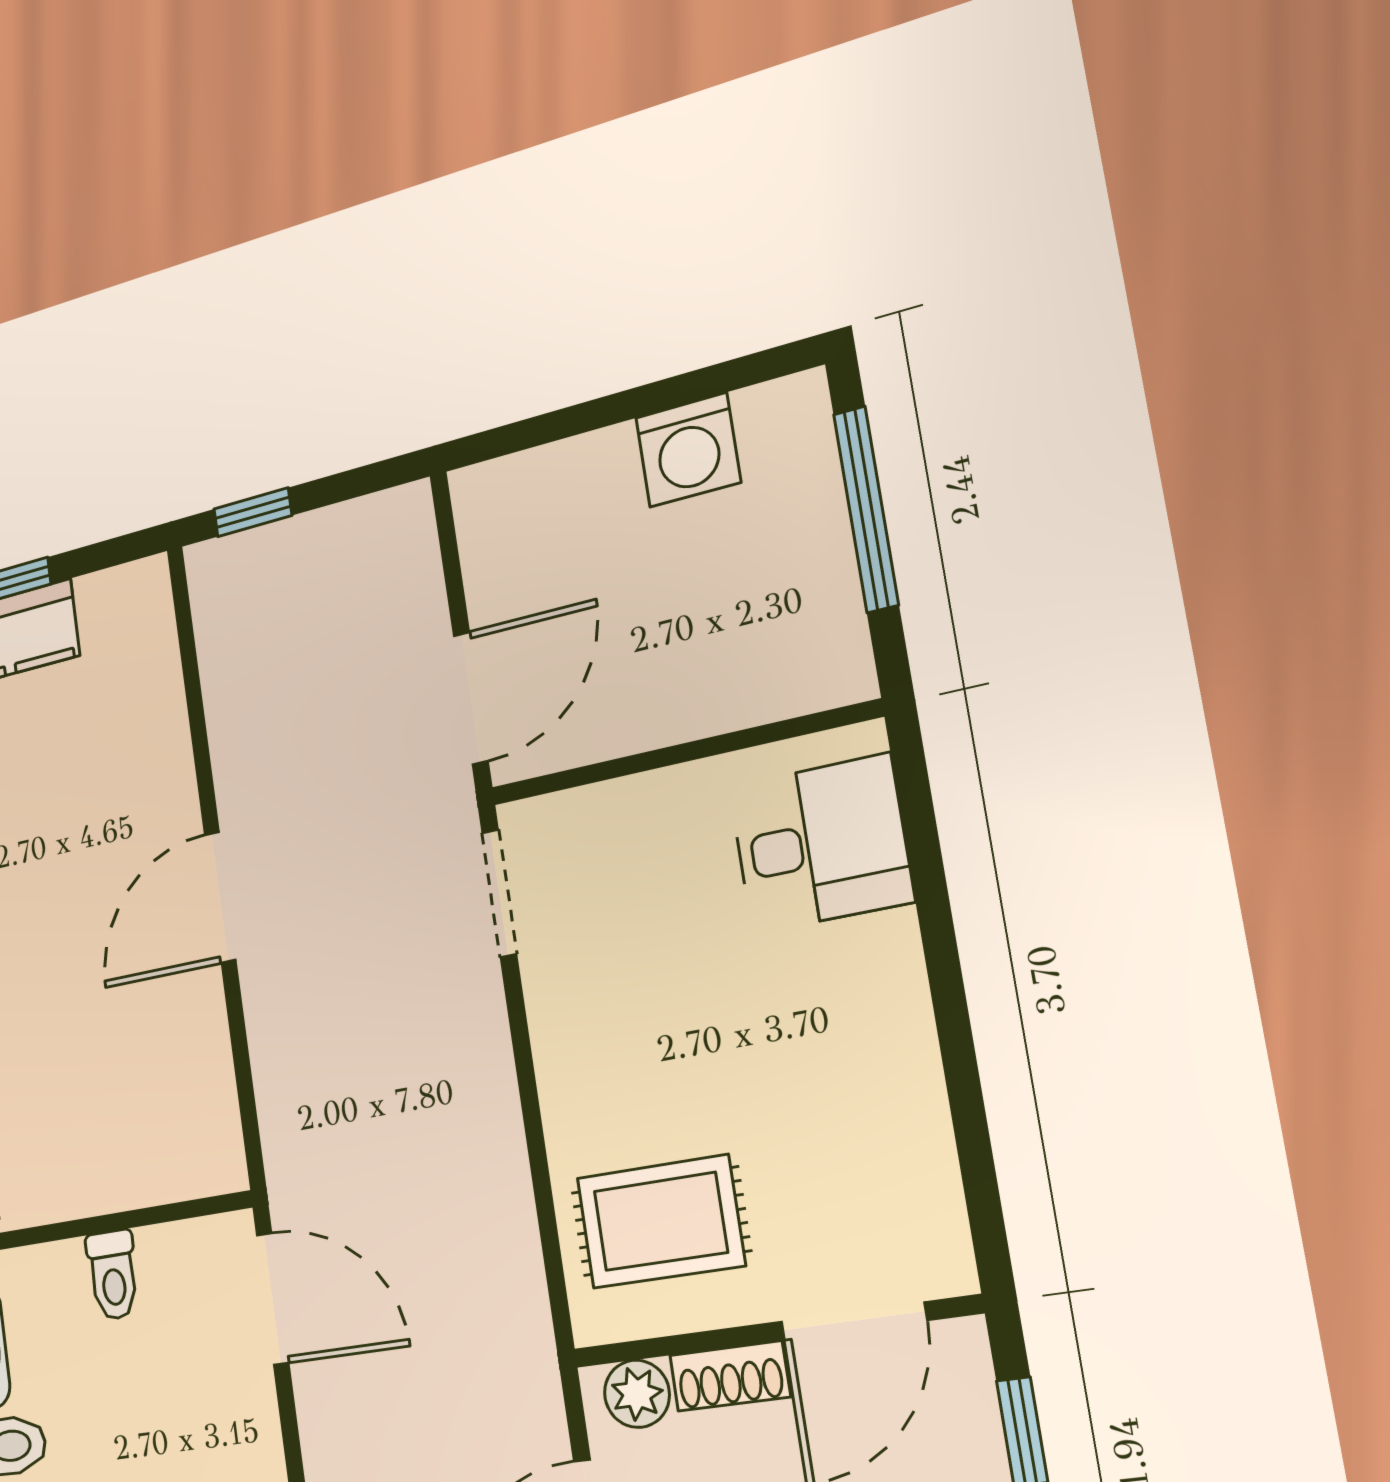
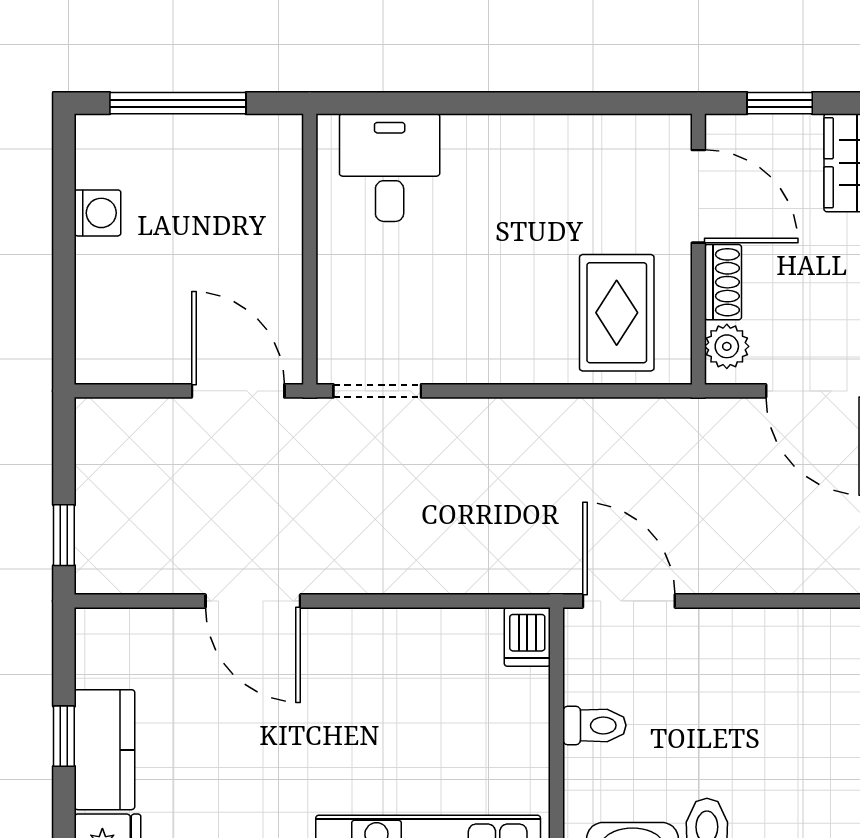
washing machine: (688, 450) -> (98, 213), width x0.73, depth x0.73
door: (220, 897) -> (253, 601), moved
dishwasher: (209, 1165) -> (527, 637), added
door: (273, 1299) -> (629, 601), hinge flipped

